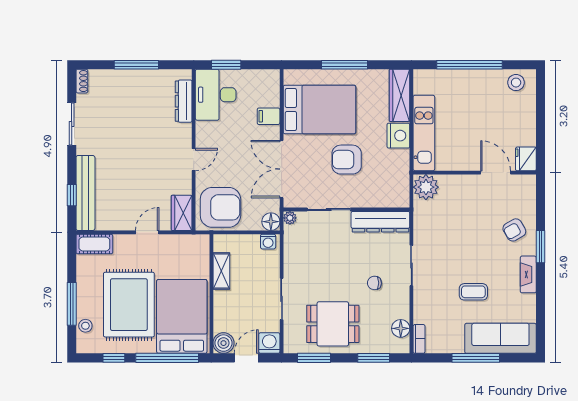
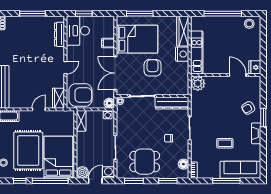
window: (344, 65) -> (140, 14), moved
armchair: (347, 160) -> (153, 68), turned 90
shelving: (221, 271) -> (81, 121), moved

